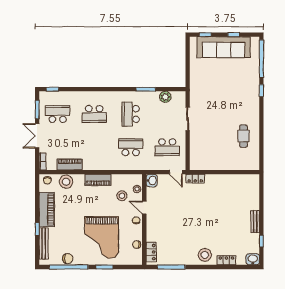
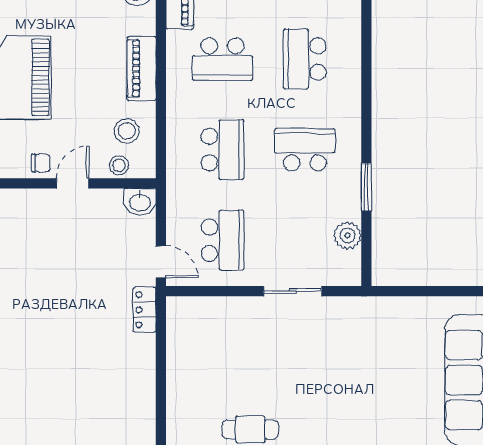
school desk: (94, 147) -> (223, 59), added
school desk: (167, 147) -> (223, 240), turned 180
door: (176, 172) -> (161, 262), swing flipped
stool: (122, 196) -> (127, 131), moved

